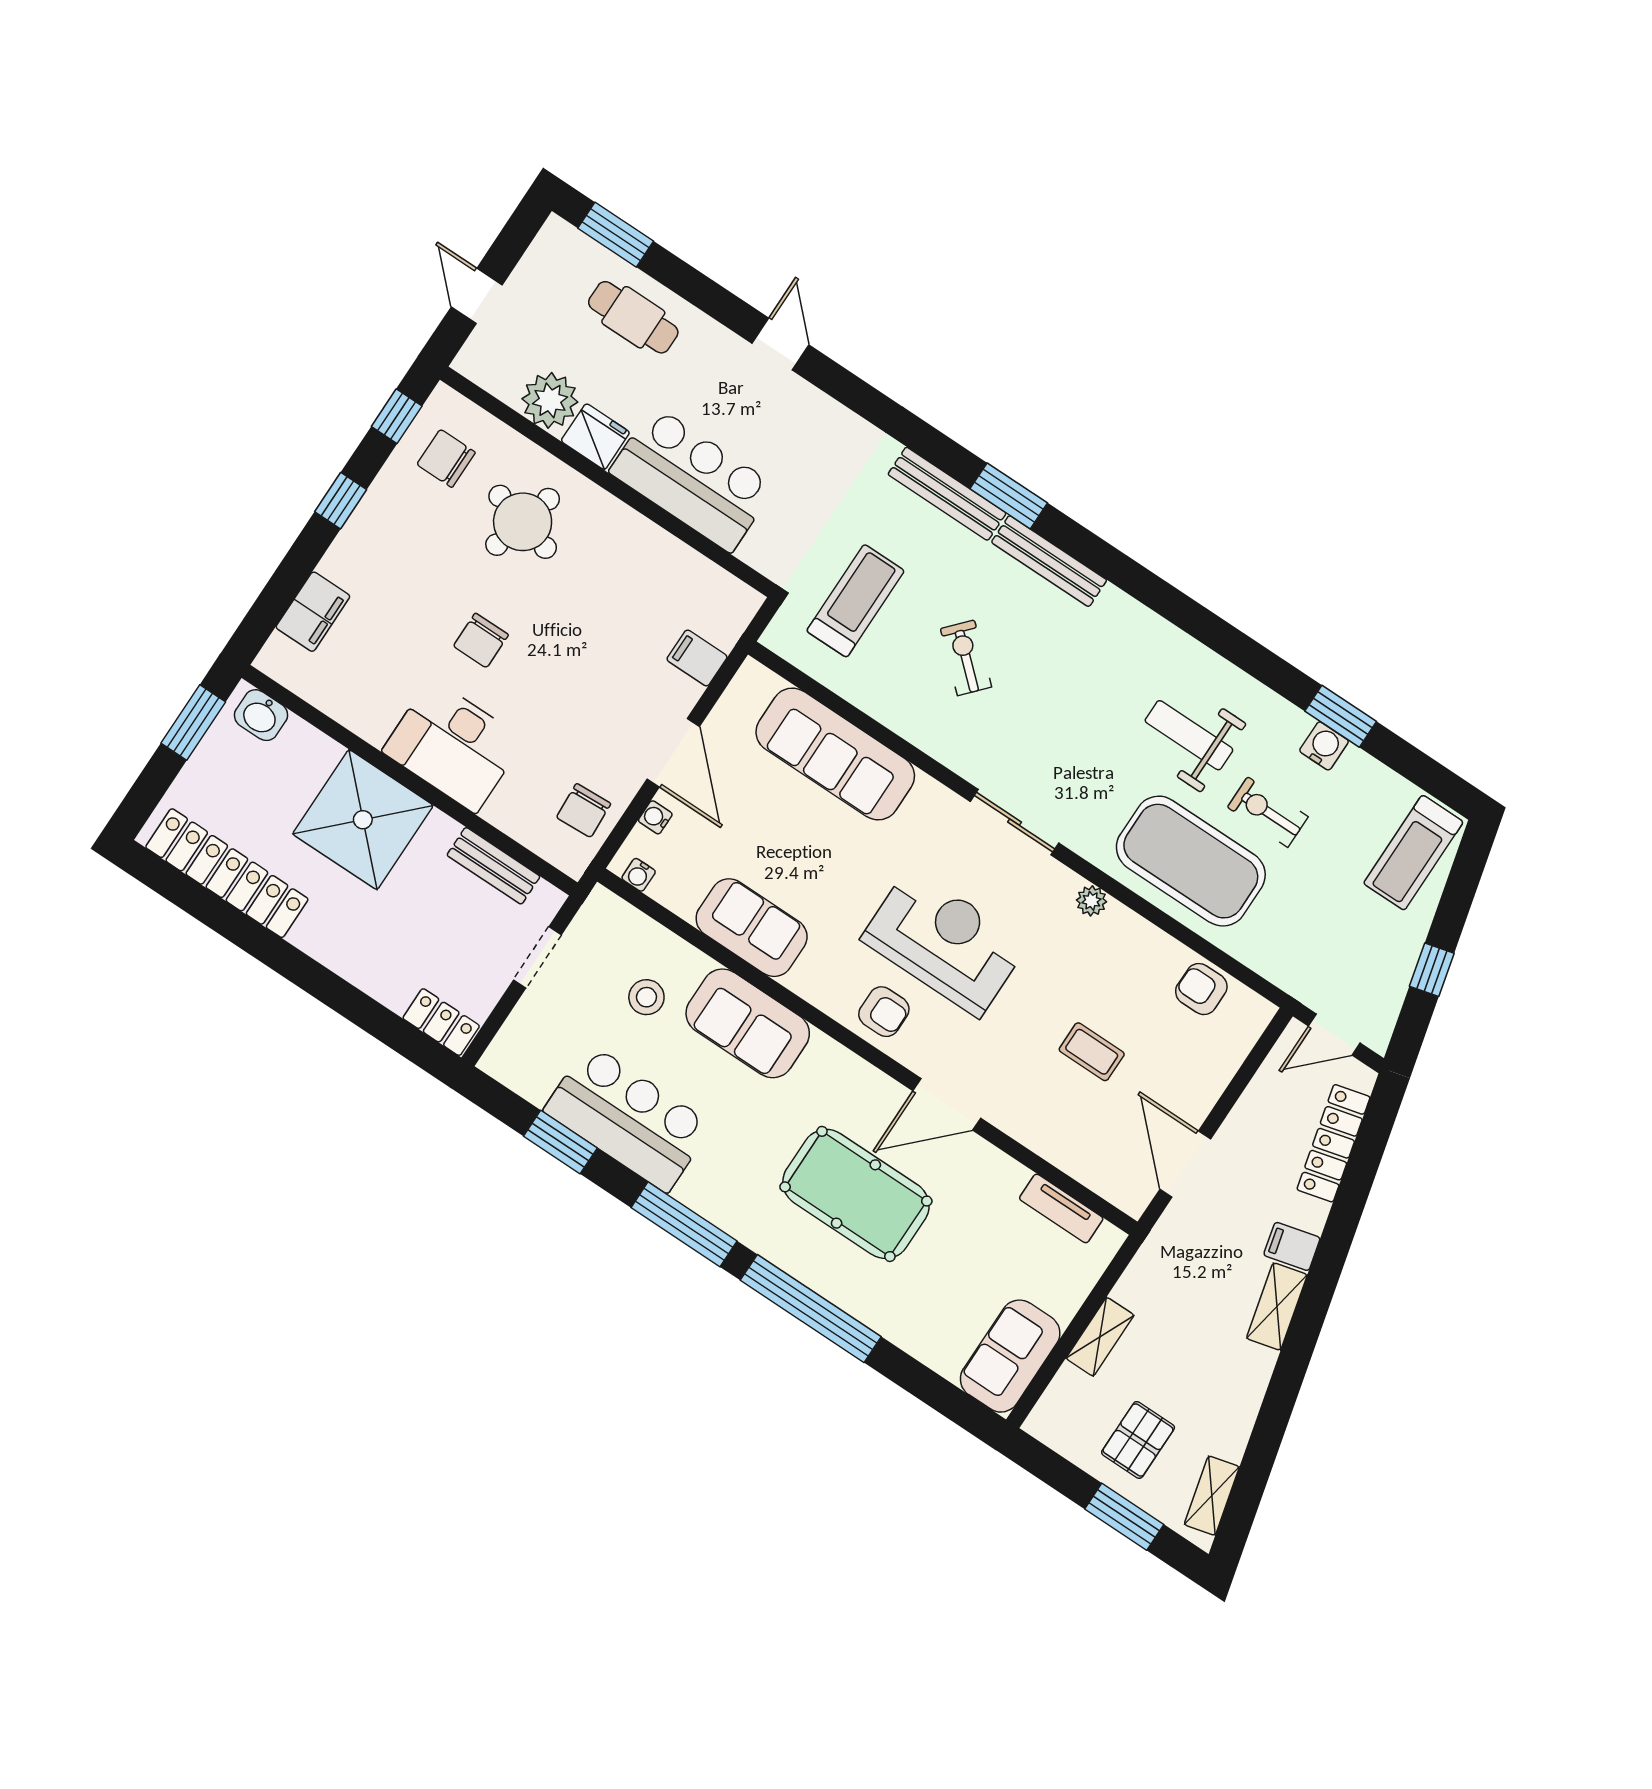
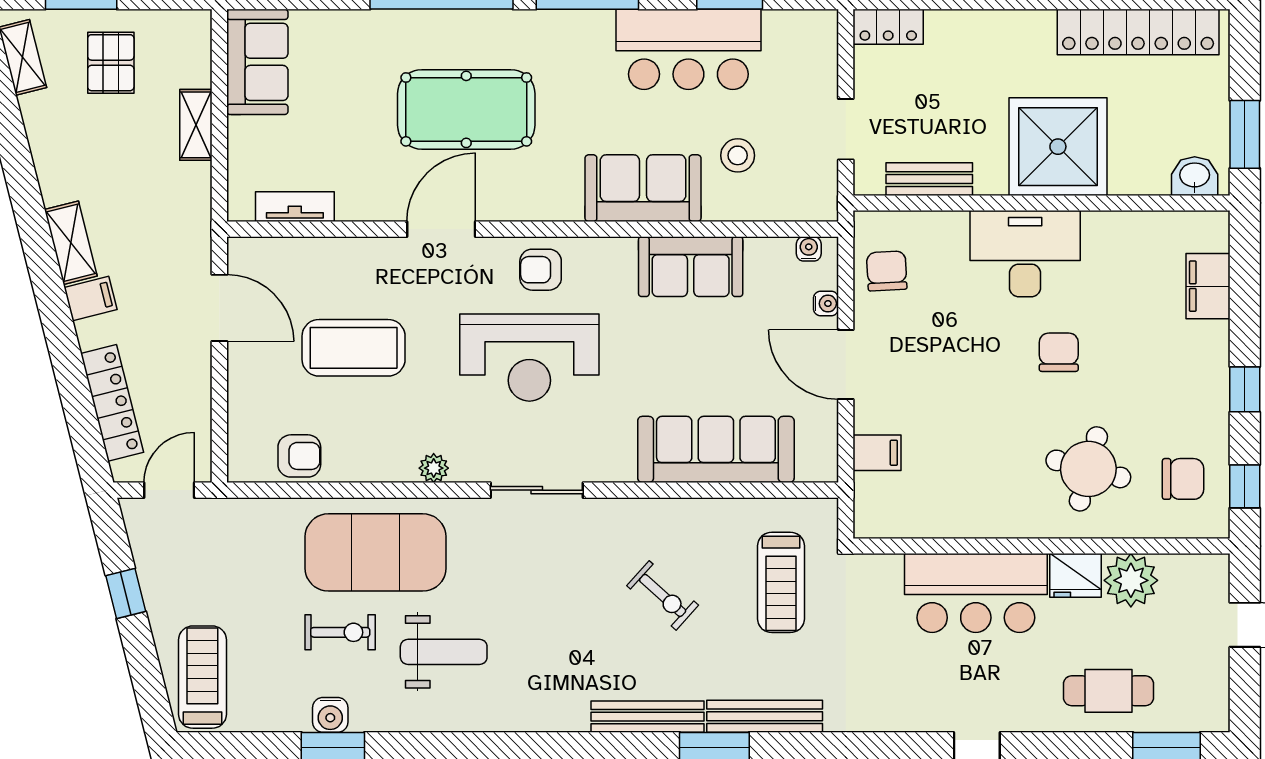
coffee table: (1092, 1052) -> (354, 348), width x1.86, depth x1.72

